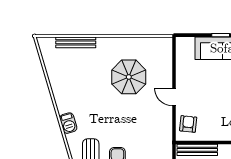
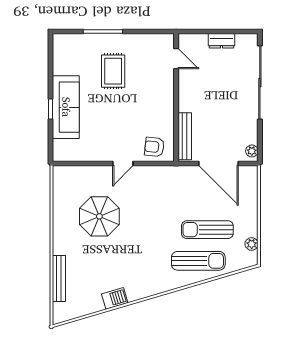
barbecue: (68, 123) -> (115, 298), moved

